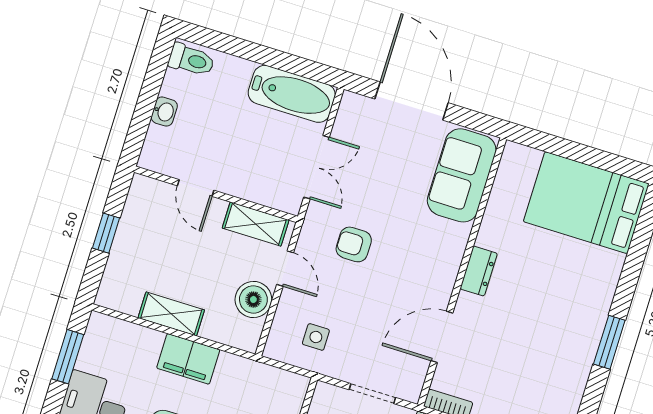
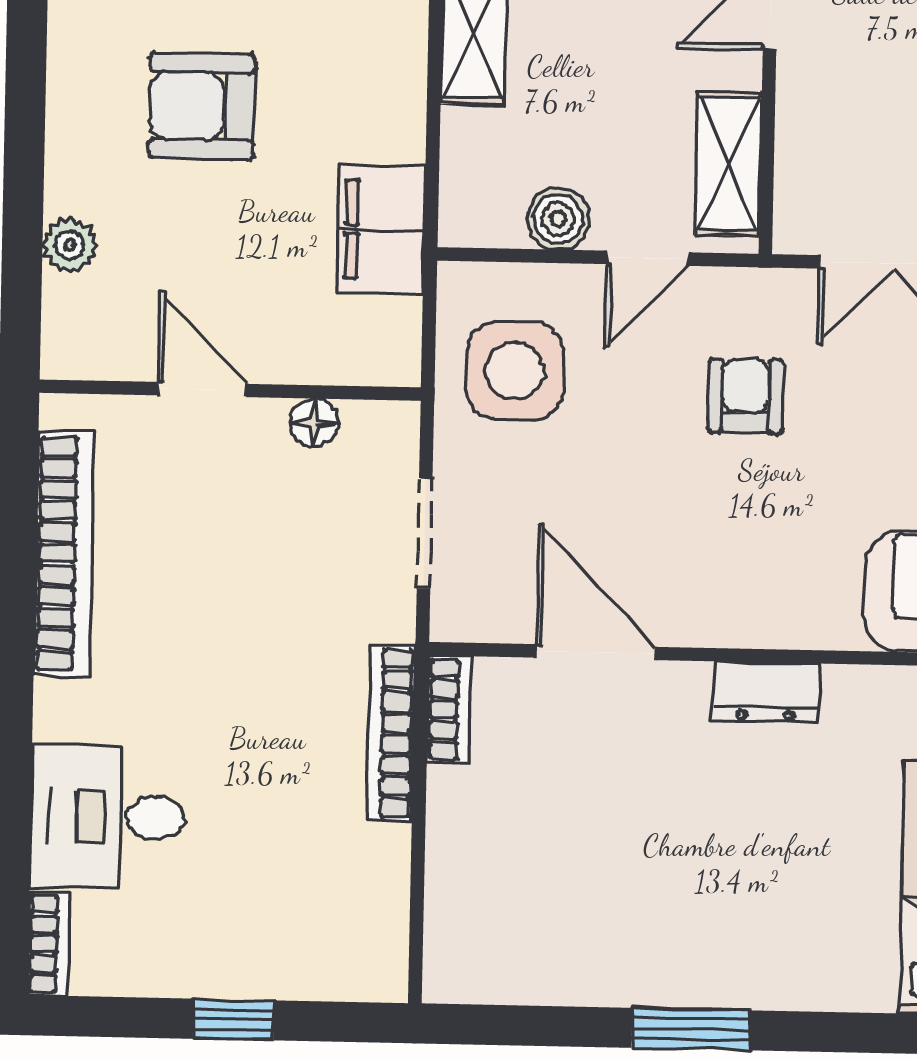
boiler: (253, 300) -> (558, 219), width x0.73, depth x0.73
side table: (316, 337) -> (515, 371), width x1.87, depth x1.87
filing cabinet: (188, 359) -> (382, 229), moved

